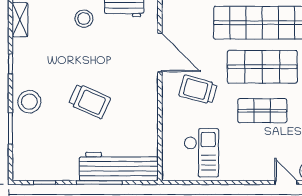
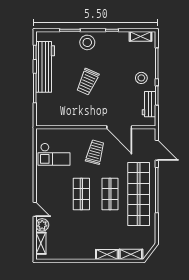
door: (160, 52) -> (119, 127), hinge flipped
shop shelf: (262, 67) -> (110, 194), width x0.70, depth x0.74
workbench: (119, 166) -> (45, 67), moved
door: (286, 183) -> (35, 209), hinge flipped

